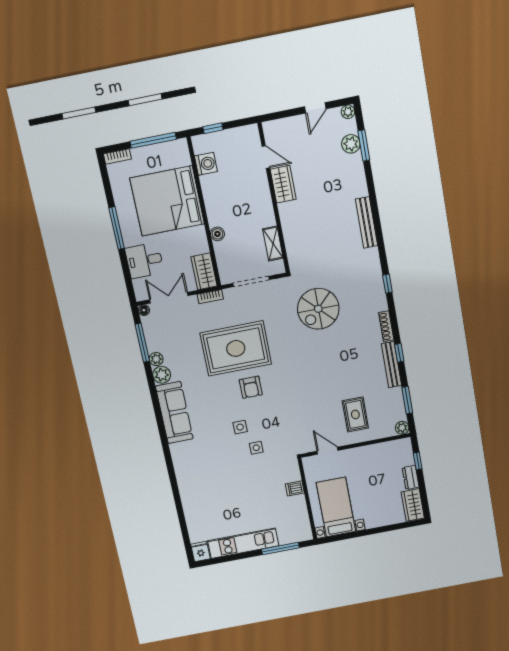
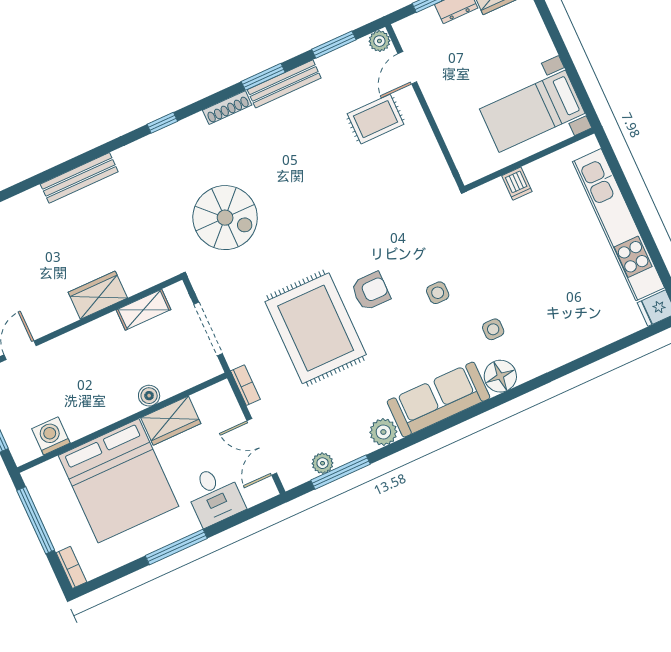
wardrobe: (283, 184) -> (98, 295), moved
wardrobe: (204, 271) -> (171, 421), moved
floor lamp: (144, 310) -> (500, 376), moved, width x1.89, depth x1.89
window: (399, 353) -> (263, 77), width x1.50
plant: (156, 359) -> (323, 463), moved
side table: (256, 448) -> (493, 329), moved
door: (328, 451) -> (407, 68), moved
kitchen unit: (243, 543) -> (618, 225), width x1.36
window: (280, 549) -> (622, 182), removed

